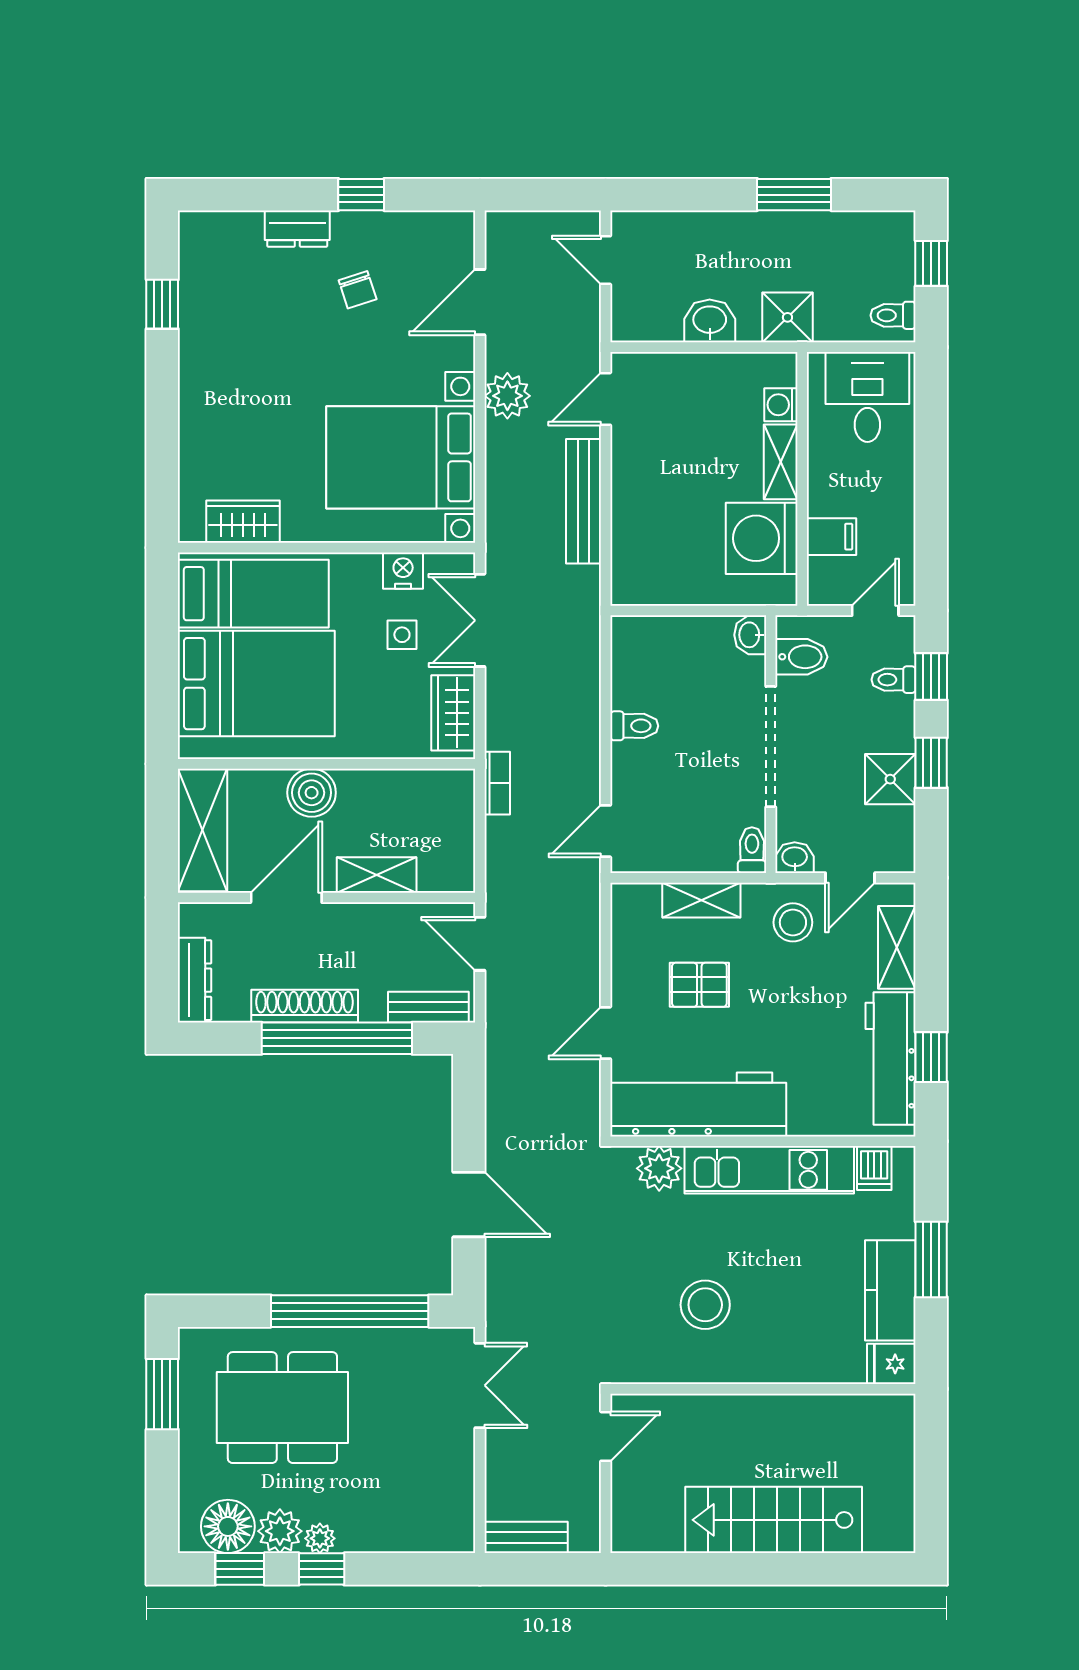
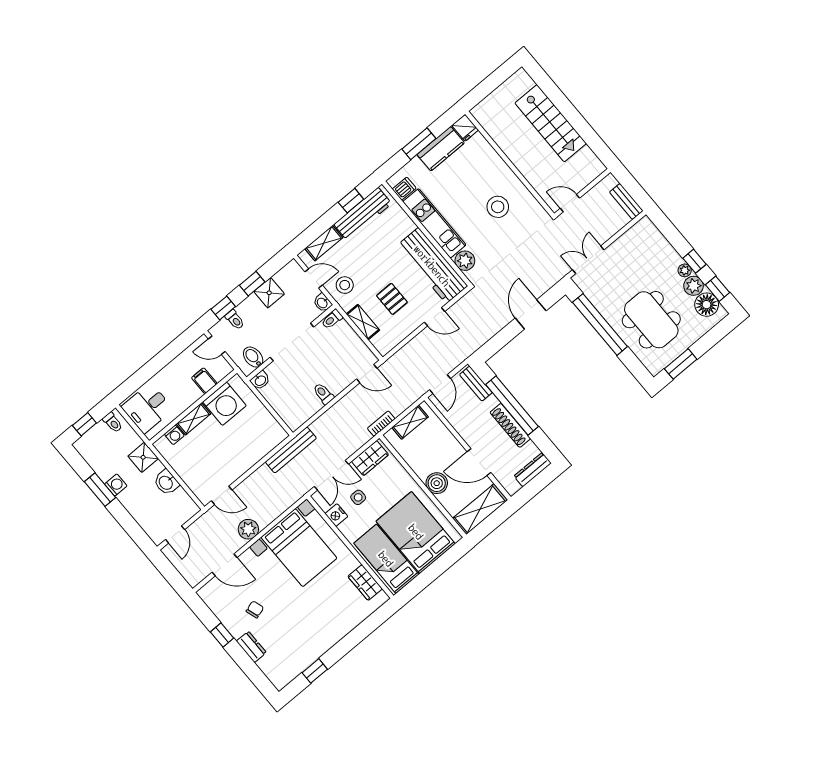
washing machine: (779, 229) -> (116, 485), added
bench: (583, 501) -> (291, 450), moved
shelving: (377, 875) -> (410, 422), moved, turned 90

